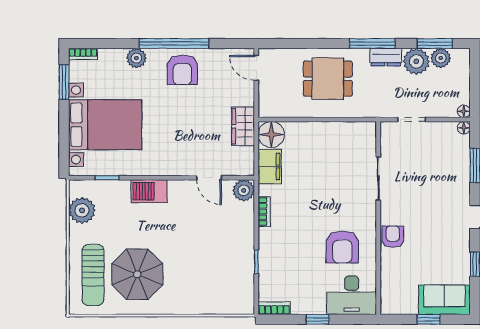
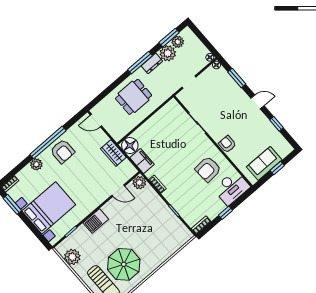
armchair: (342, 247) -> (208, 169), turned 86
sofa: (444, 300) -> (264, 163), moved

